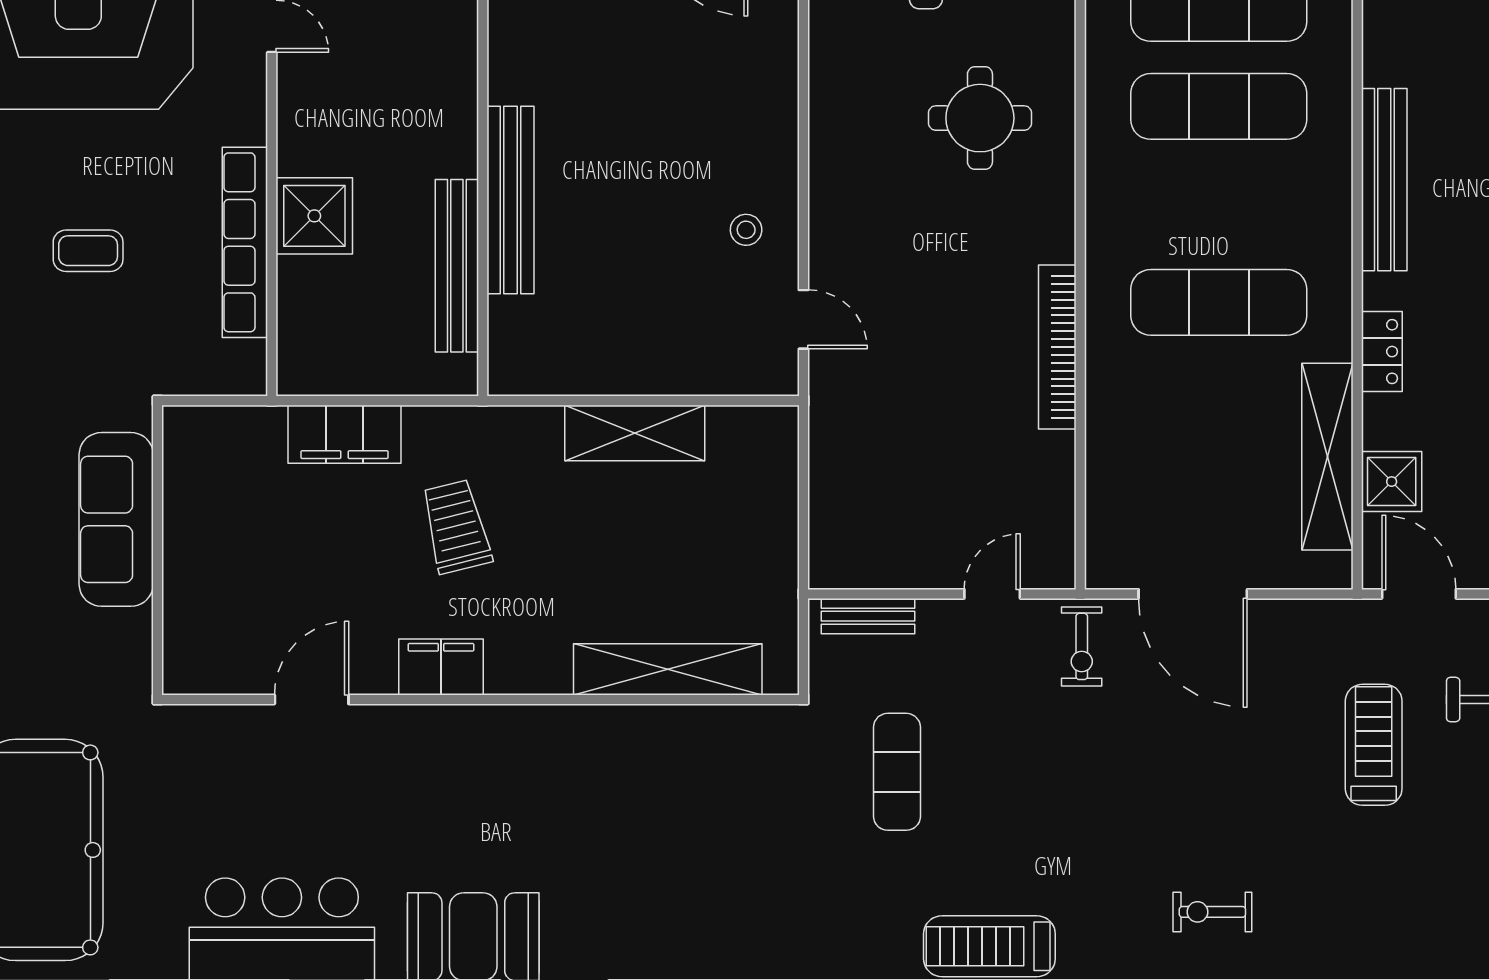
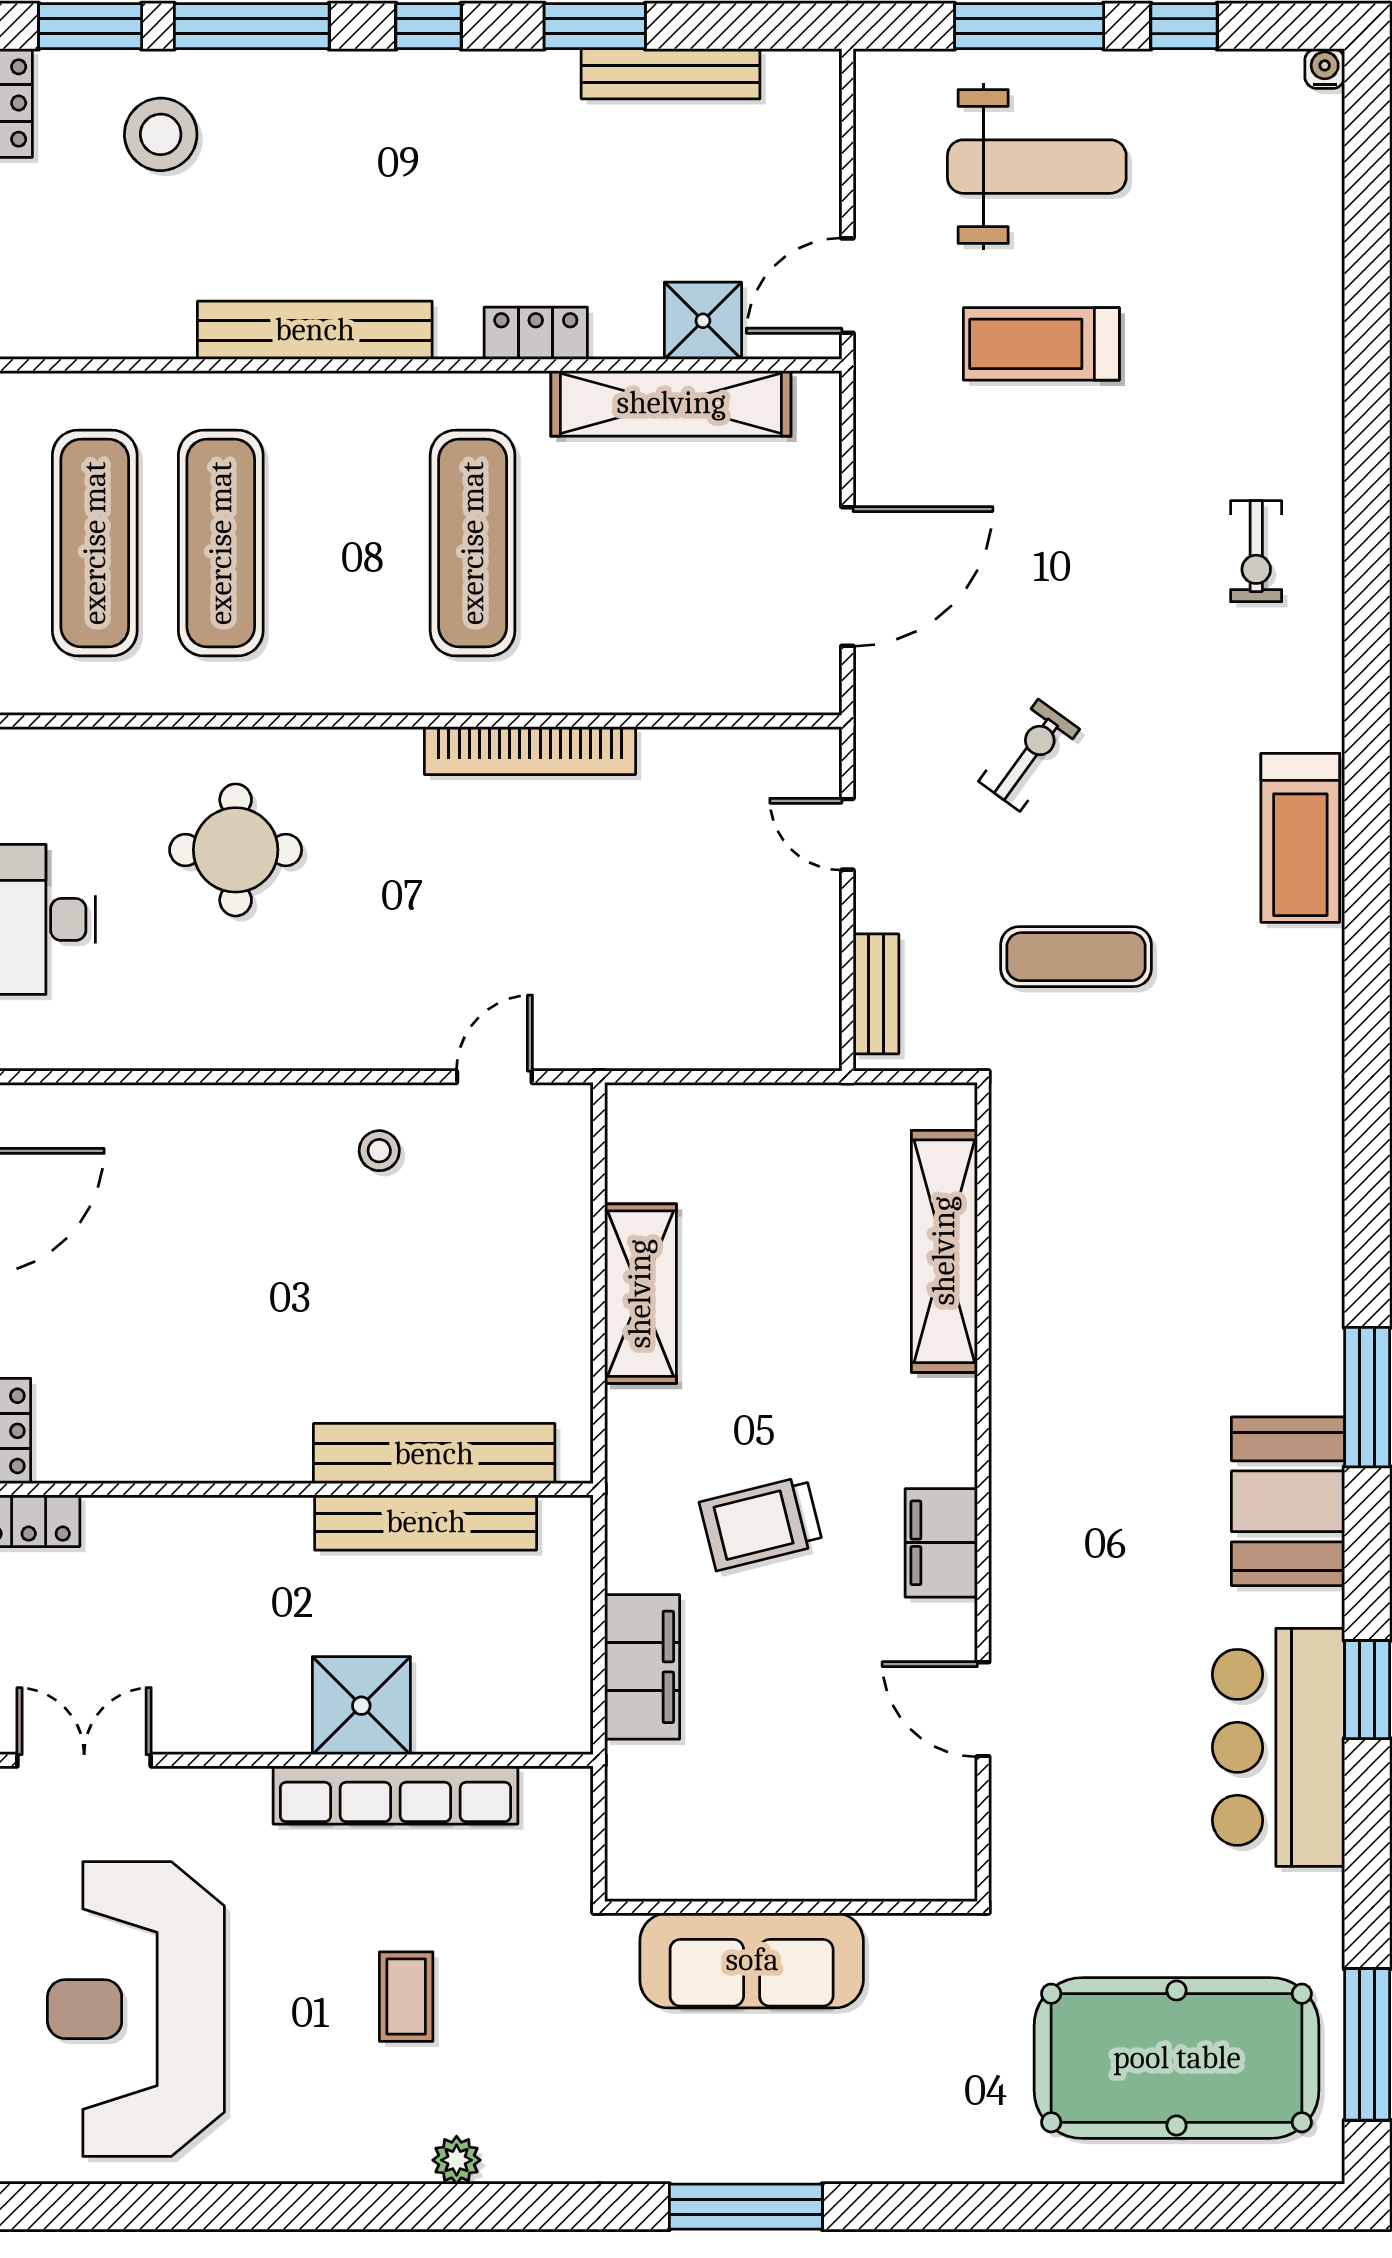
bench: (510, 200) -> (434, 1454), moved
exercise bike: (1082, 646) -> (1029, 755), moved, turned -54

